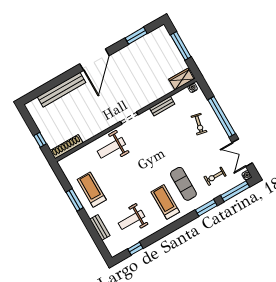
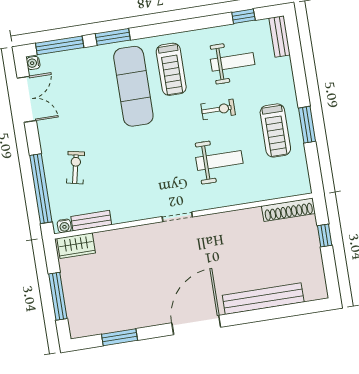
bench: (162, 106) -> (91, 221), moved
window: (222, 117) -> (41, 189), moved
weight bench: (111, 148) -> (219, 160), moved
exercise bike: (215, 176) -> (218, 109), moved
exercise mat: (183, 184) -> (133, 86), width x1.36, depth x1.45
bench: (100, 227) -> (280, 37), moved

